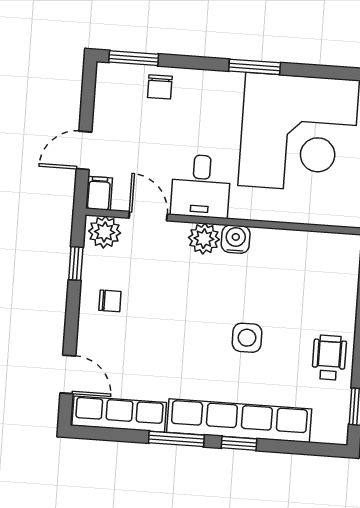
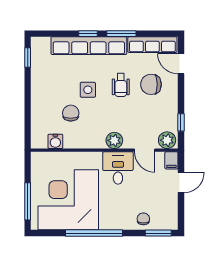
window: (255, 67) -> (94, 233), width x2.11
water cooler: (236, 239) -> (55, 141), moved
chair: (282, 296) -> (71, 113), added
chair: (110, 301) -> (151, 84), moved, width x1.87, depth x1.87
wheelchair: (329, 358) -> (121, 85), moved

